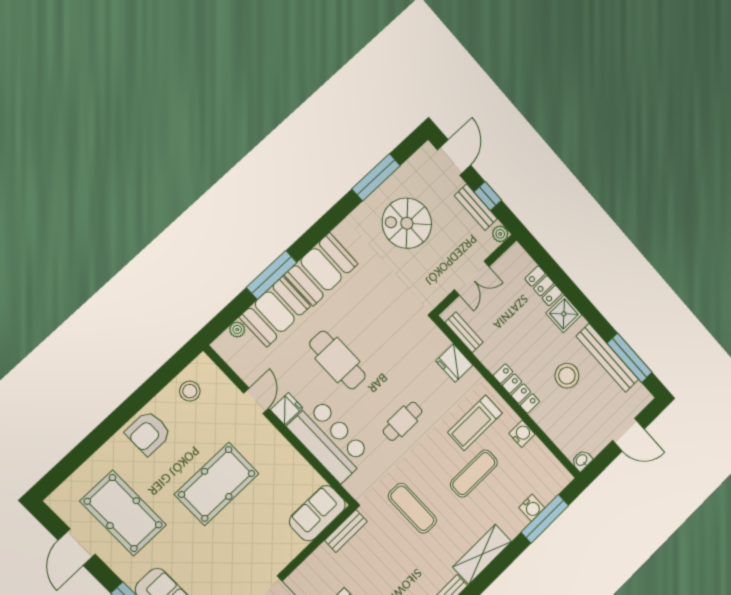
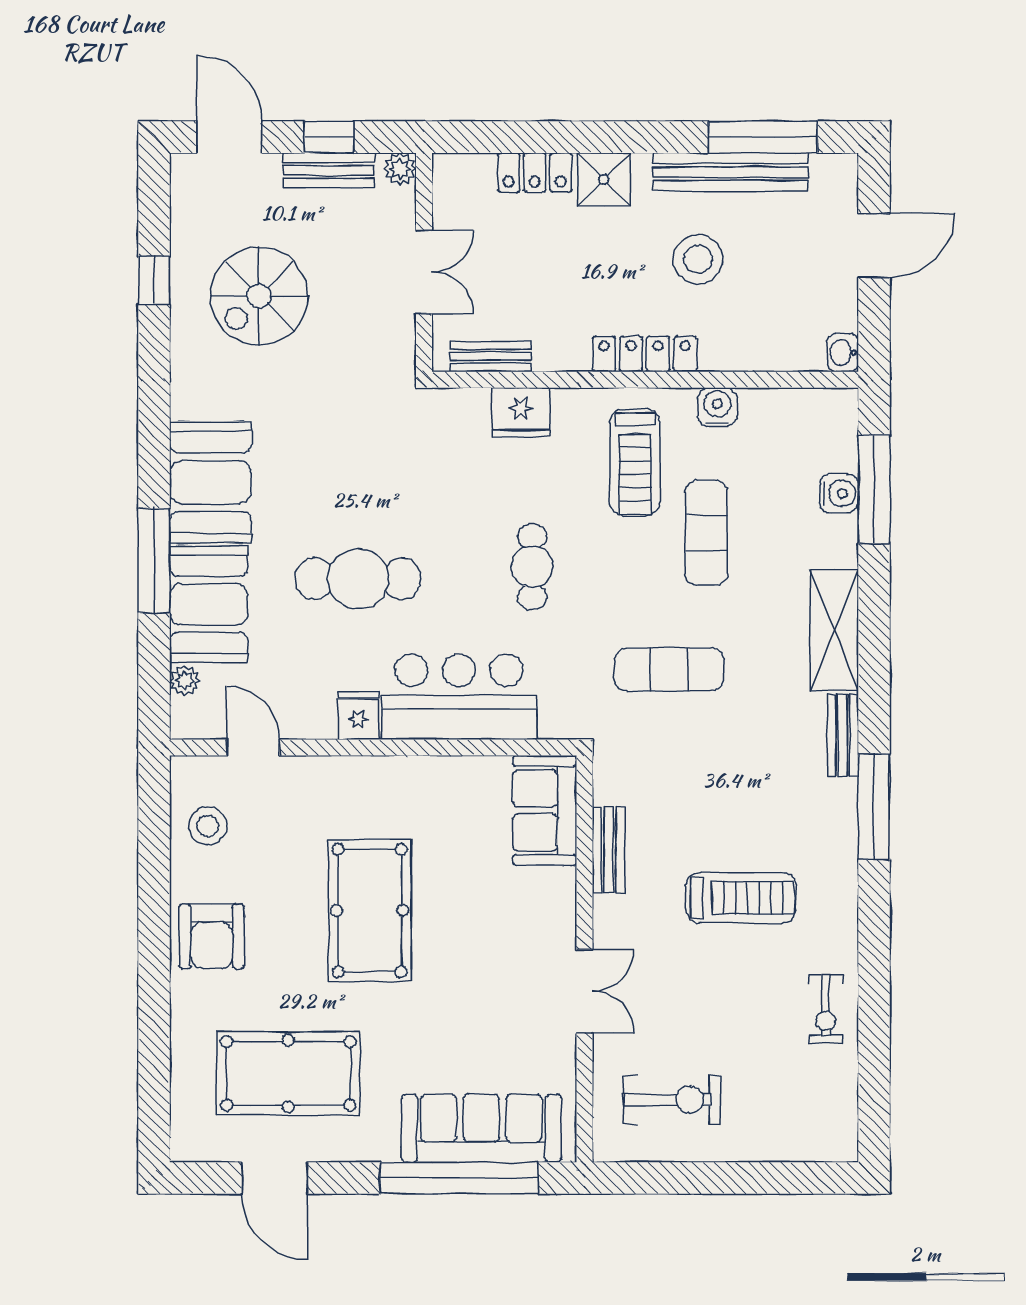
window: (376, 177) -> (154, 280), width x0.46
door: (256, 401) -> (253, 748), moved
bench: (346, 531) -> (609, 850), moved

